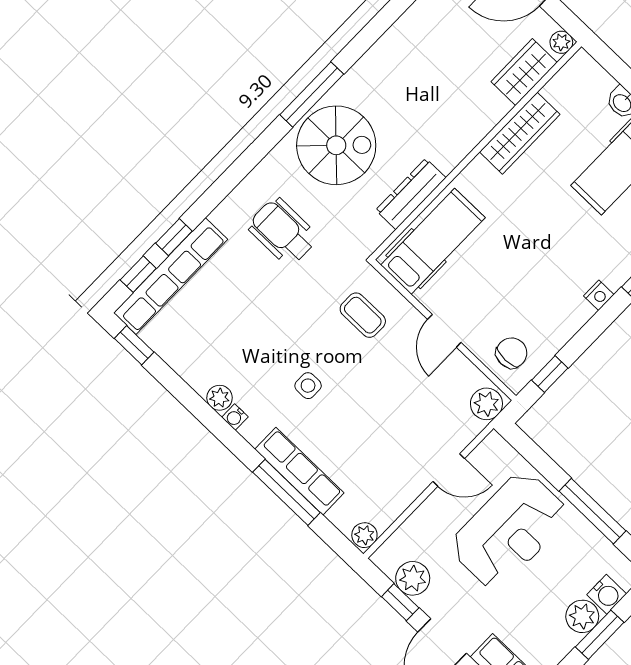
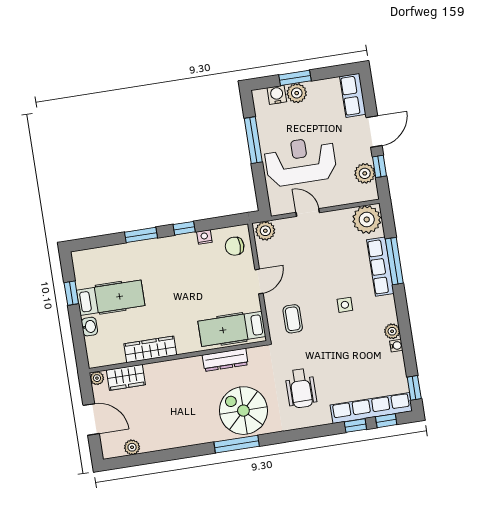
nightstand: (599, 295) -> (204, 237), moved
window: (550, 374) -> (184, 228), moved
water cooler: (235, 417) -> (396, 346), moved
plant: (364, 535) -> (367, 219), width x1.88, depth x1.88

